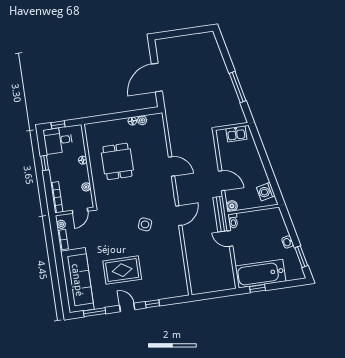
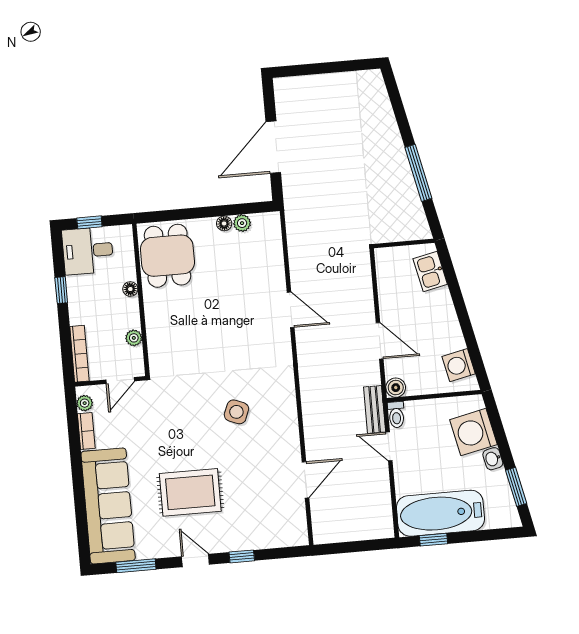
kitchen sink: (236, 134) -> (430, 271), moved, turned 78
dining table: (117, 161) -> (167, 256), moved
bench: (220, 214) -> (375, 409), width x0.73
door: (179, 216) -> (306, 480), moved
washing machine: (276, 228) -> (473, 432), added

